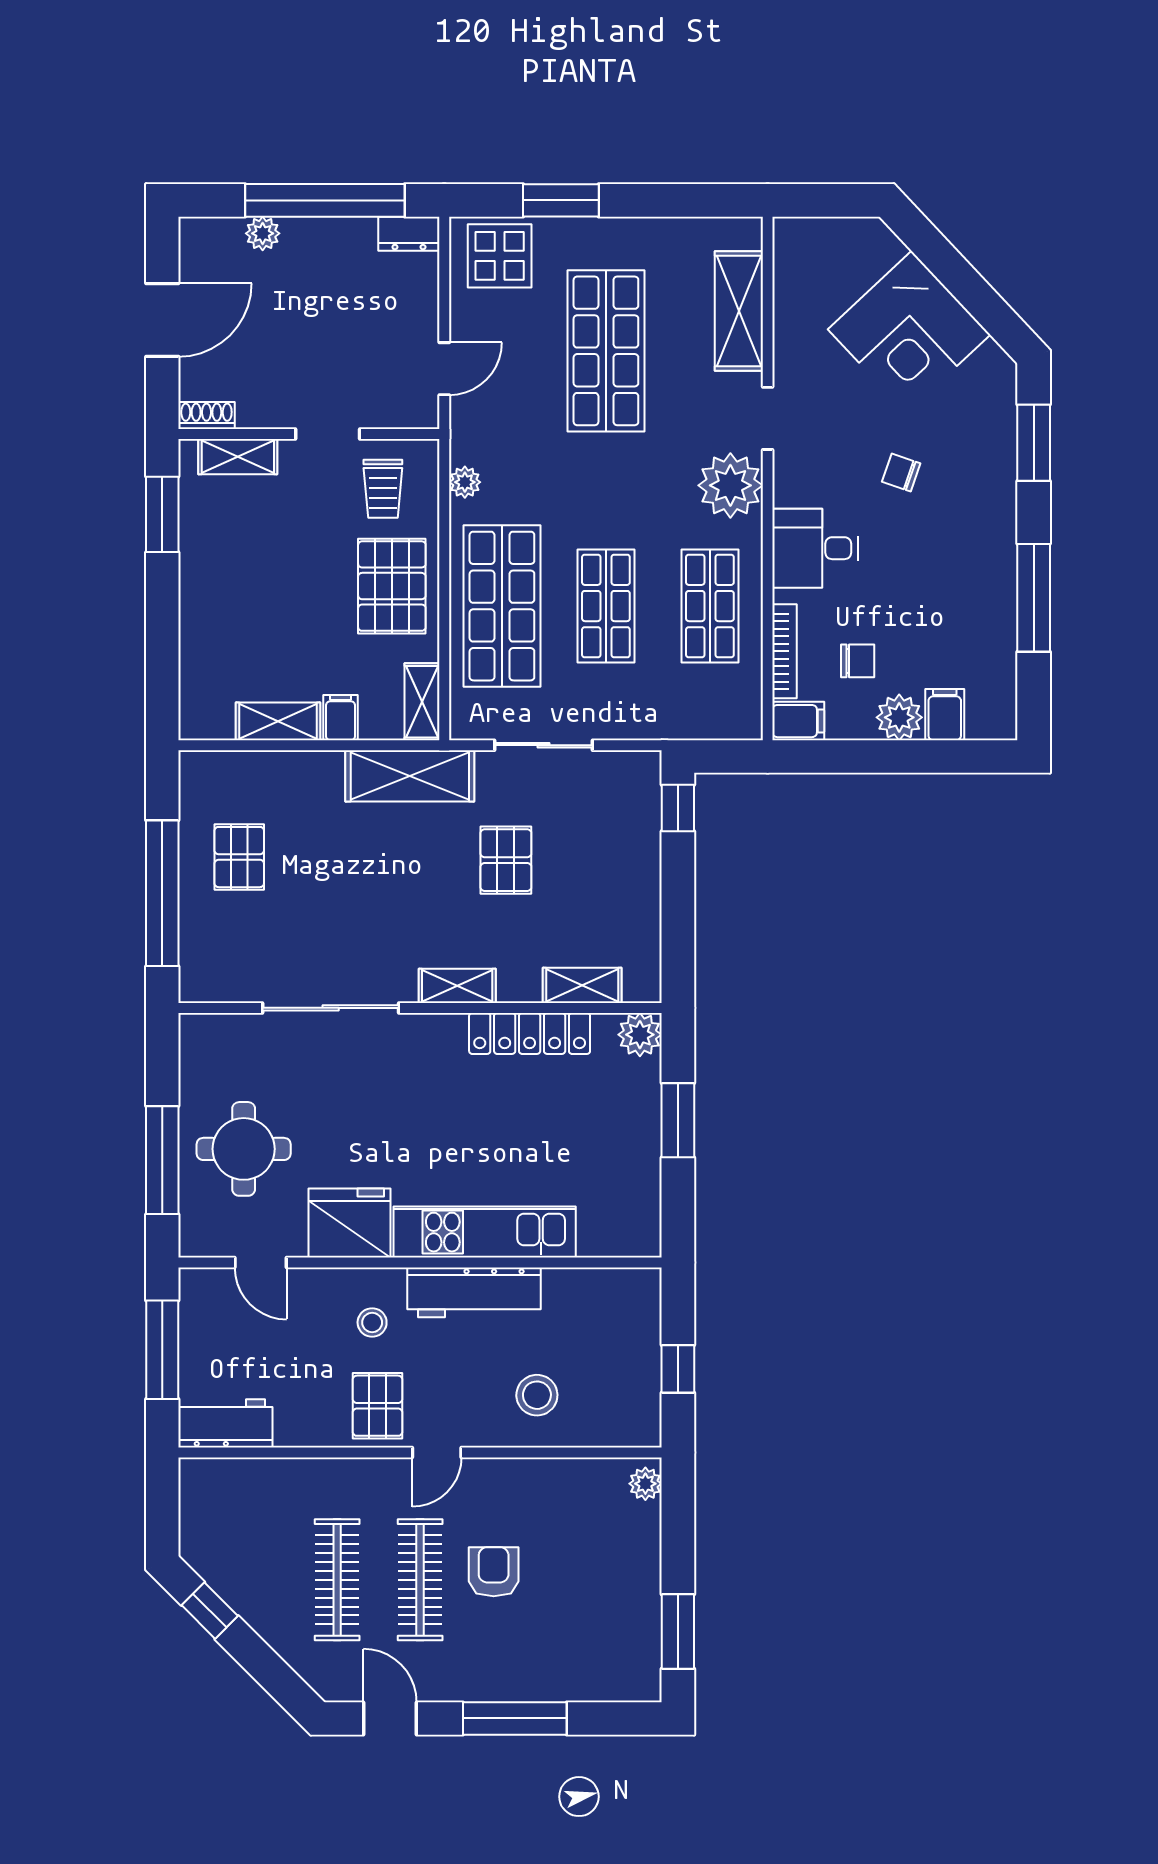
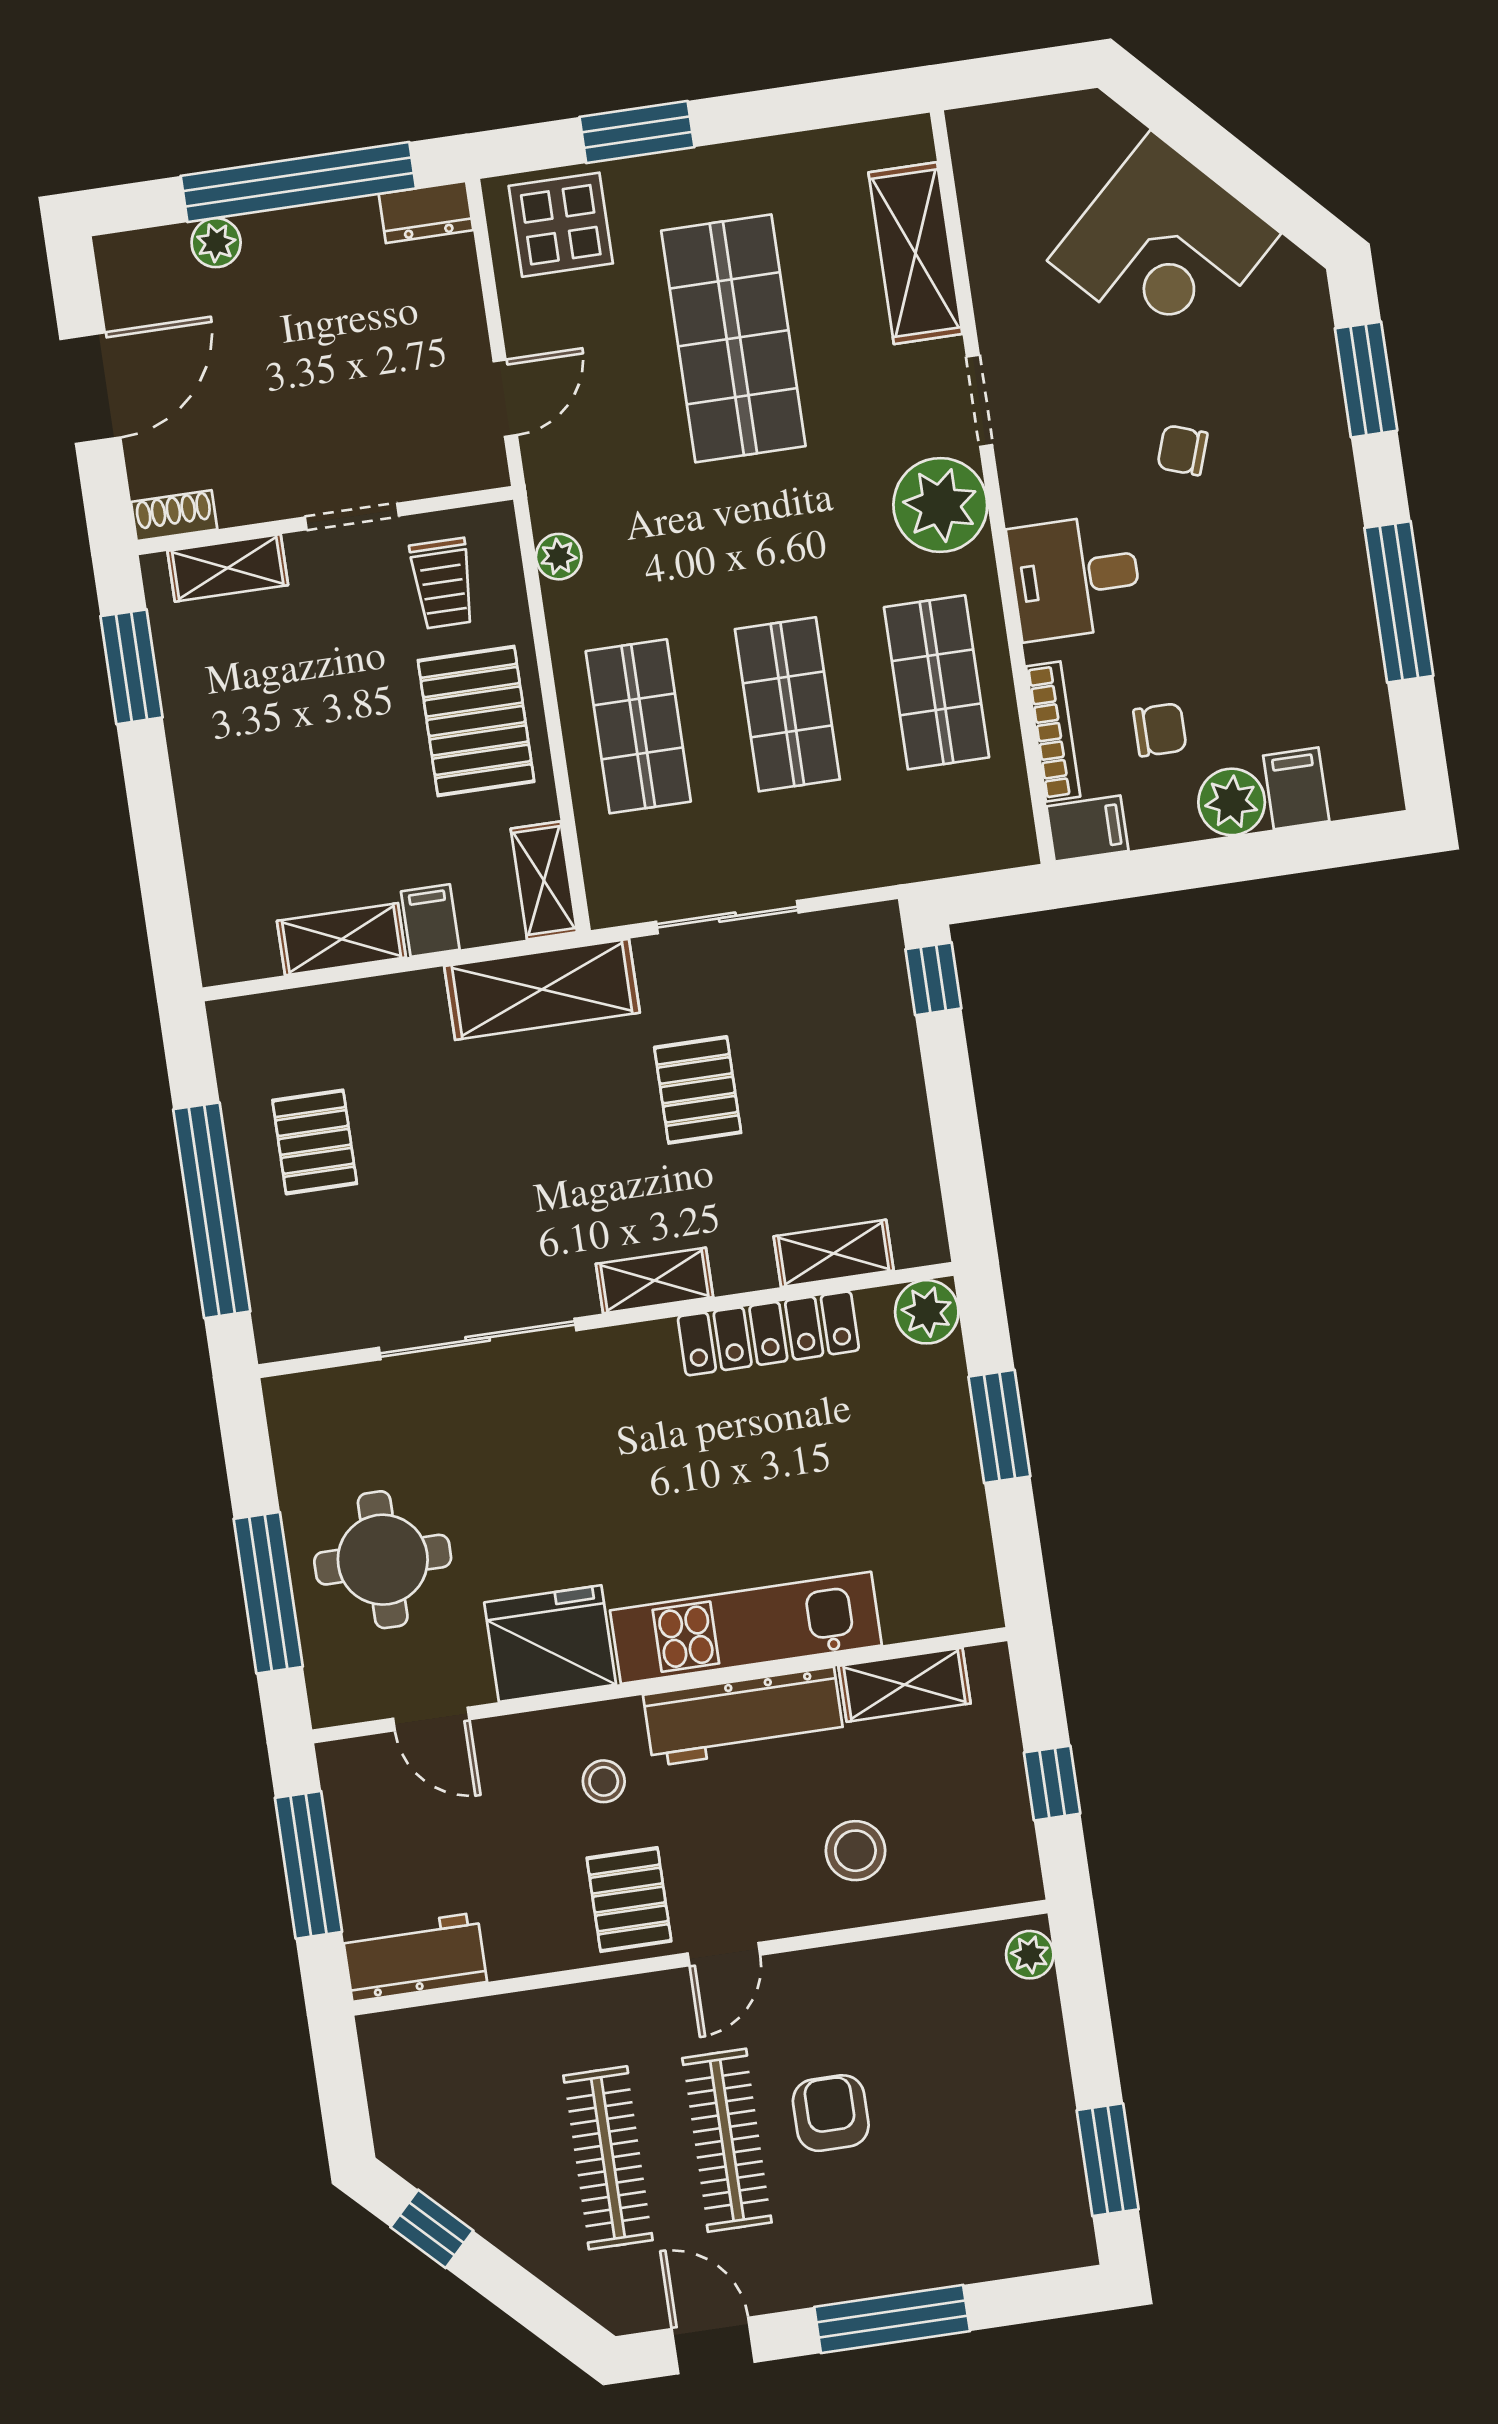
shop shelf: (502, 606) -> (638, 726), width x0.70, depth x0.74
shelving: (587, 1287) -> (905, 1685), added

